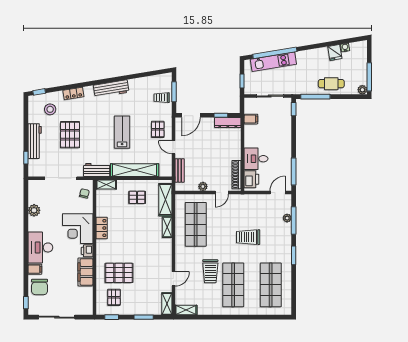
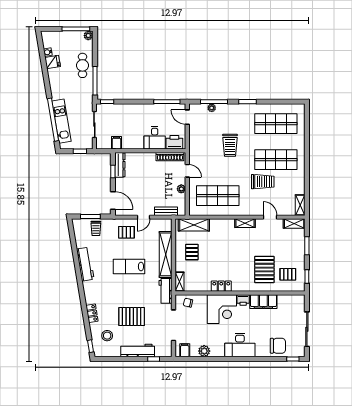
workbench: (111, 89) -> (85, 264), moved
shelving: (167, 227) -> (245, 223), moved
filing cabinet: (35, 269) -> (185, 350), moved

